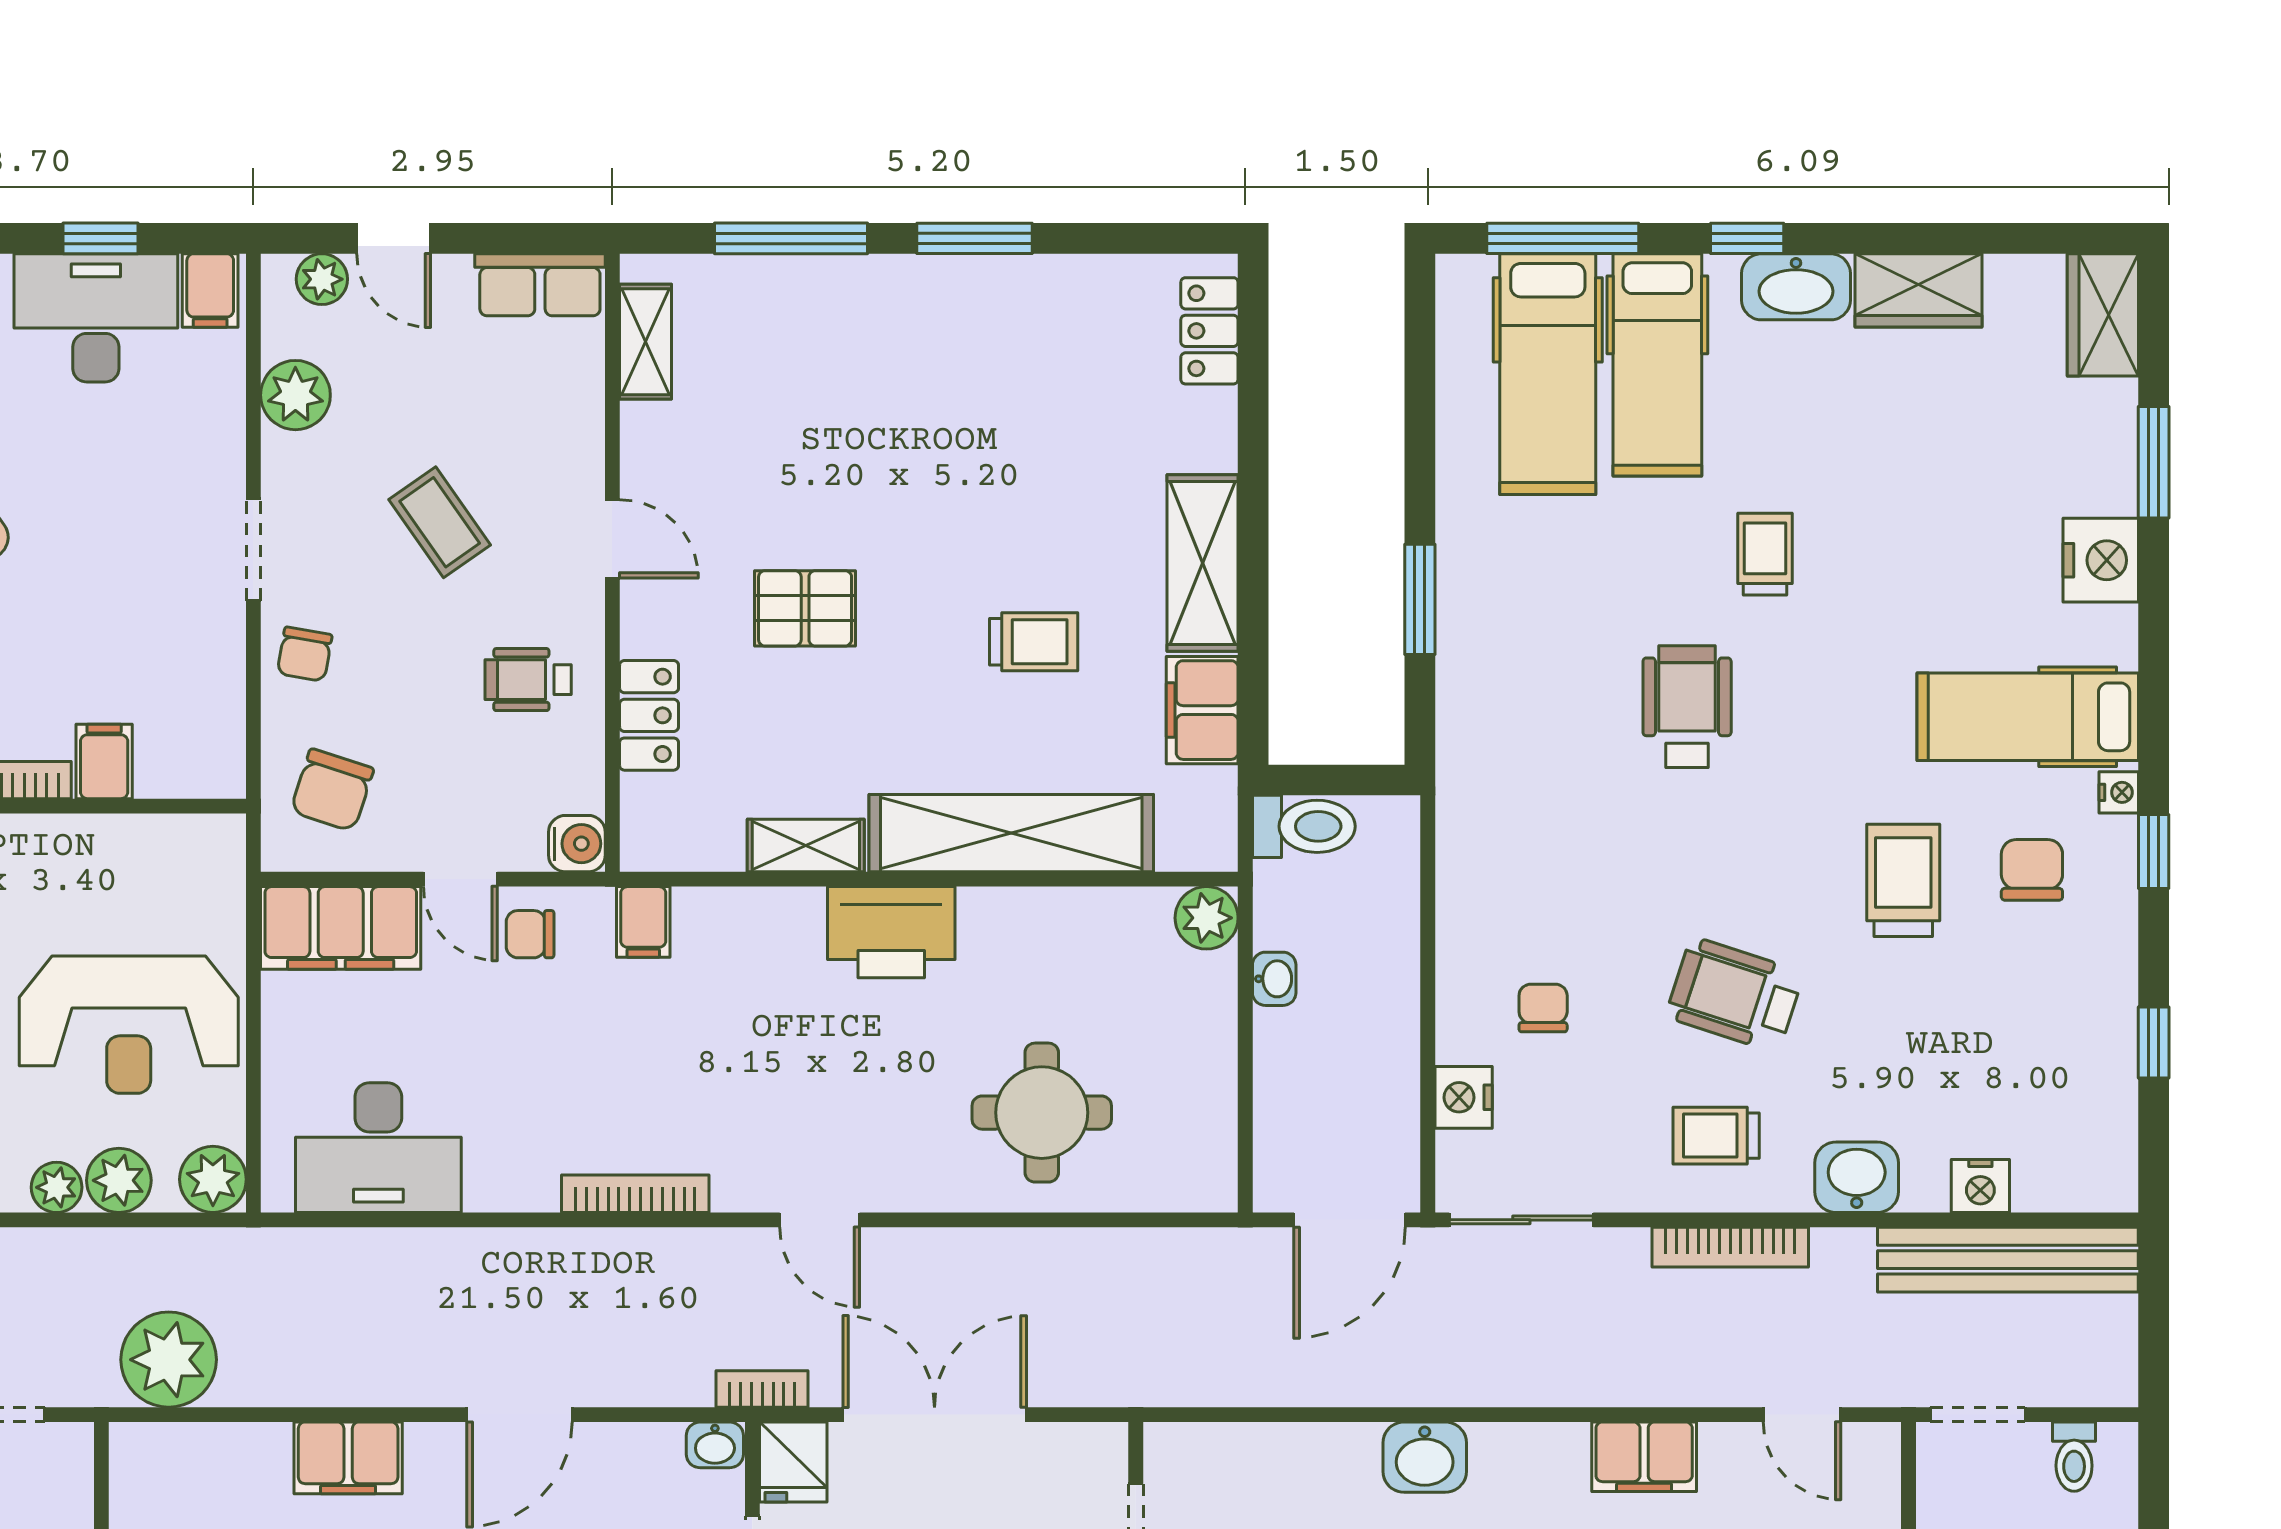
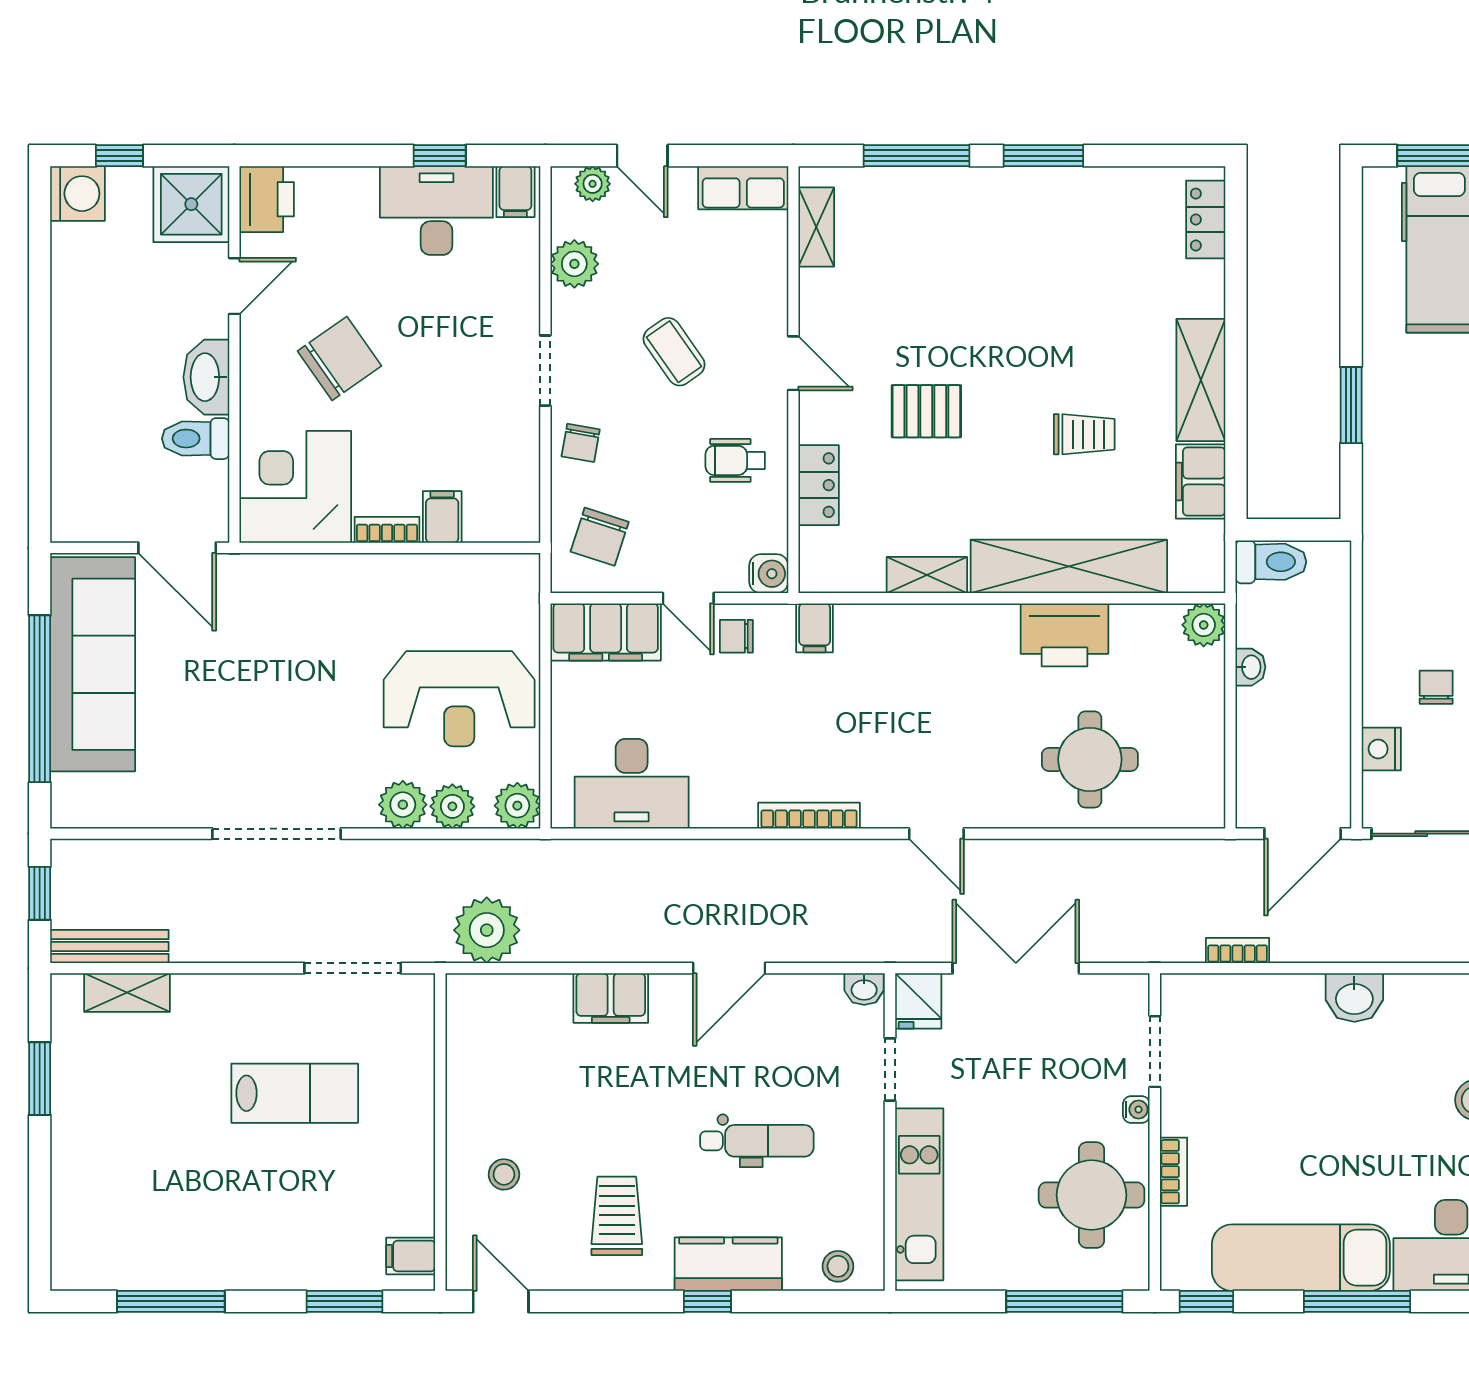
printer: (891, 932) -> (1064, 635), moved
plant: (57, 1187) -> (403, 805), width x1.38, depth x1.38
bookcase: (762, 1389) -> (1238, 950), moved

